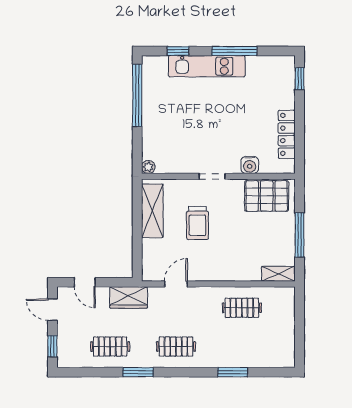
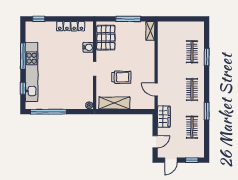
kitchen unit: (207, 66) -> (32, 72), width x1.36
clothes rail: (242, 308) -> (192, 52), moved

